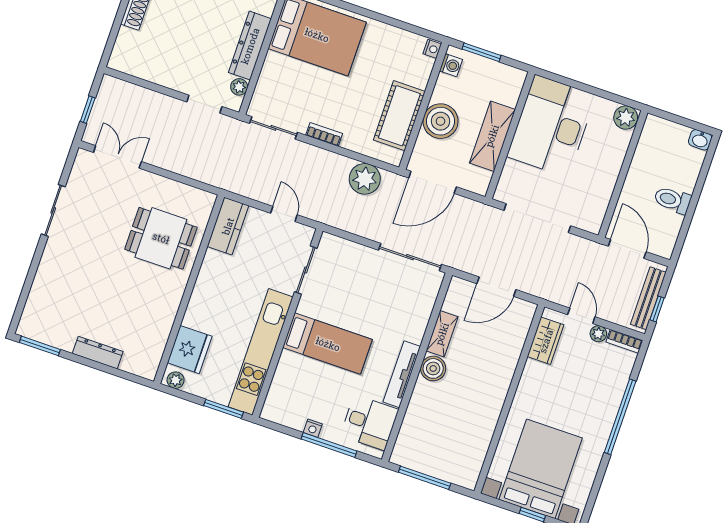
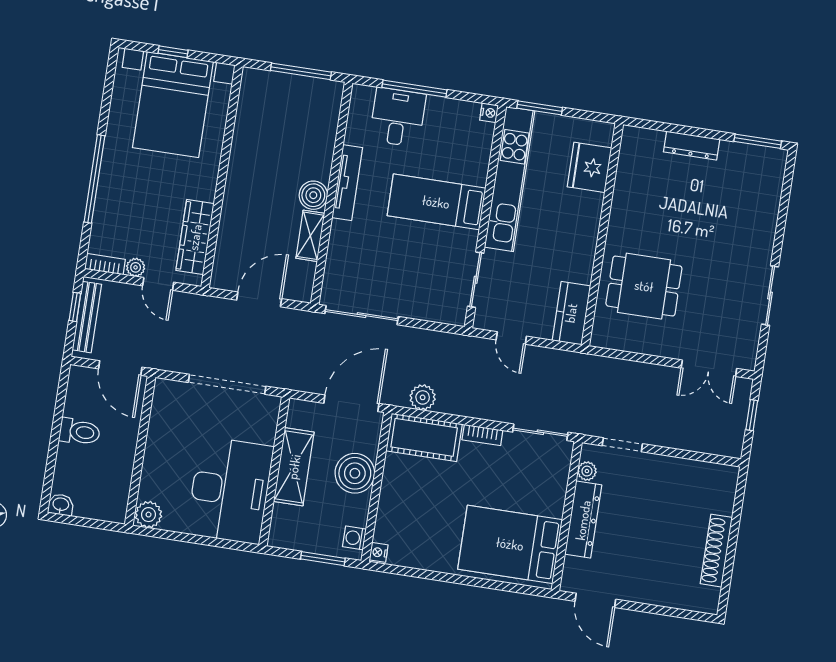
cot: (399, 116) -> (424, 437), moved, turned 90
plant: (365, 179) -> (423, 397), width x0.73, depth x0.73
wardrobe: (546, 341) -> (195, 237), width x1.50
plant: (176, 380) -> (599, 130), removed
desk: (369, 423) -> (398, 117), moved, turned 90
nightstand: (313, 428) -> (489, 113), moved, turned 90

